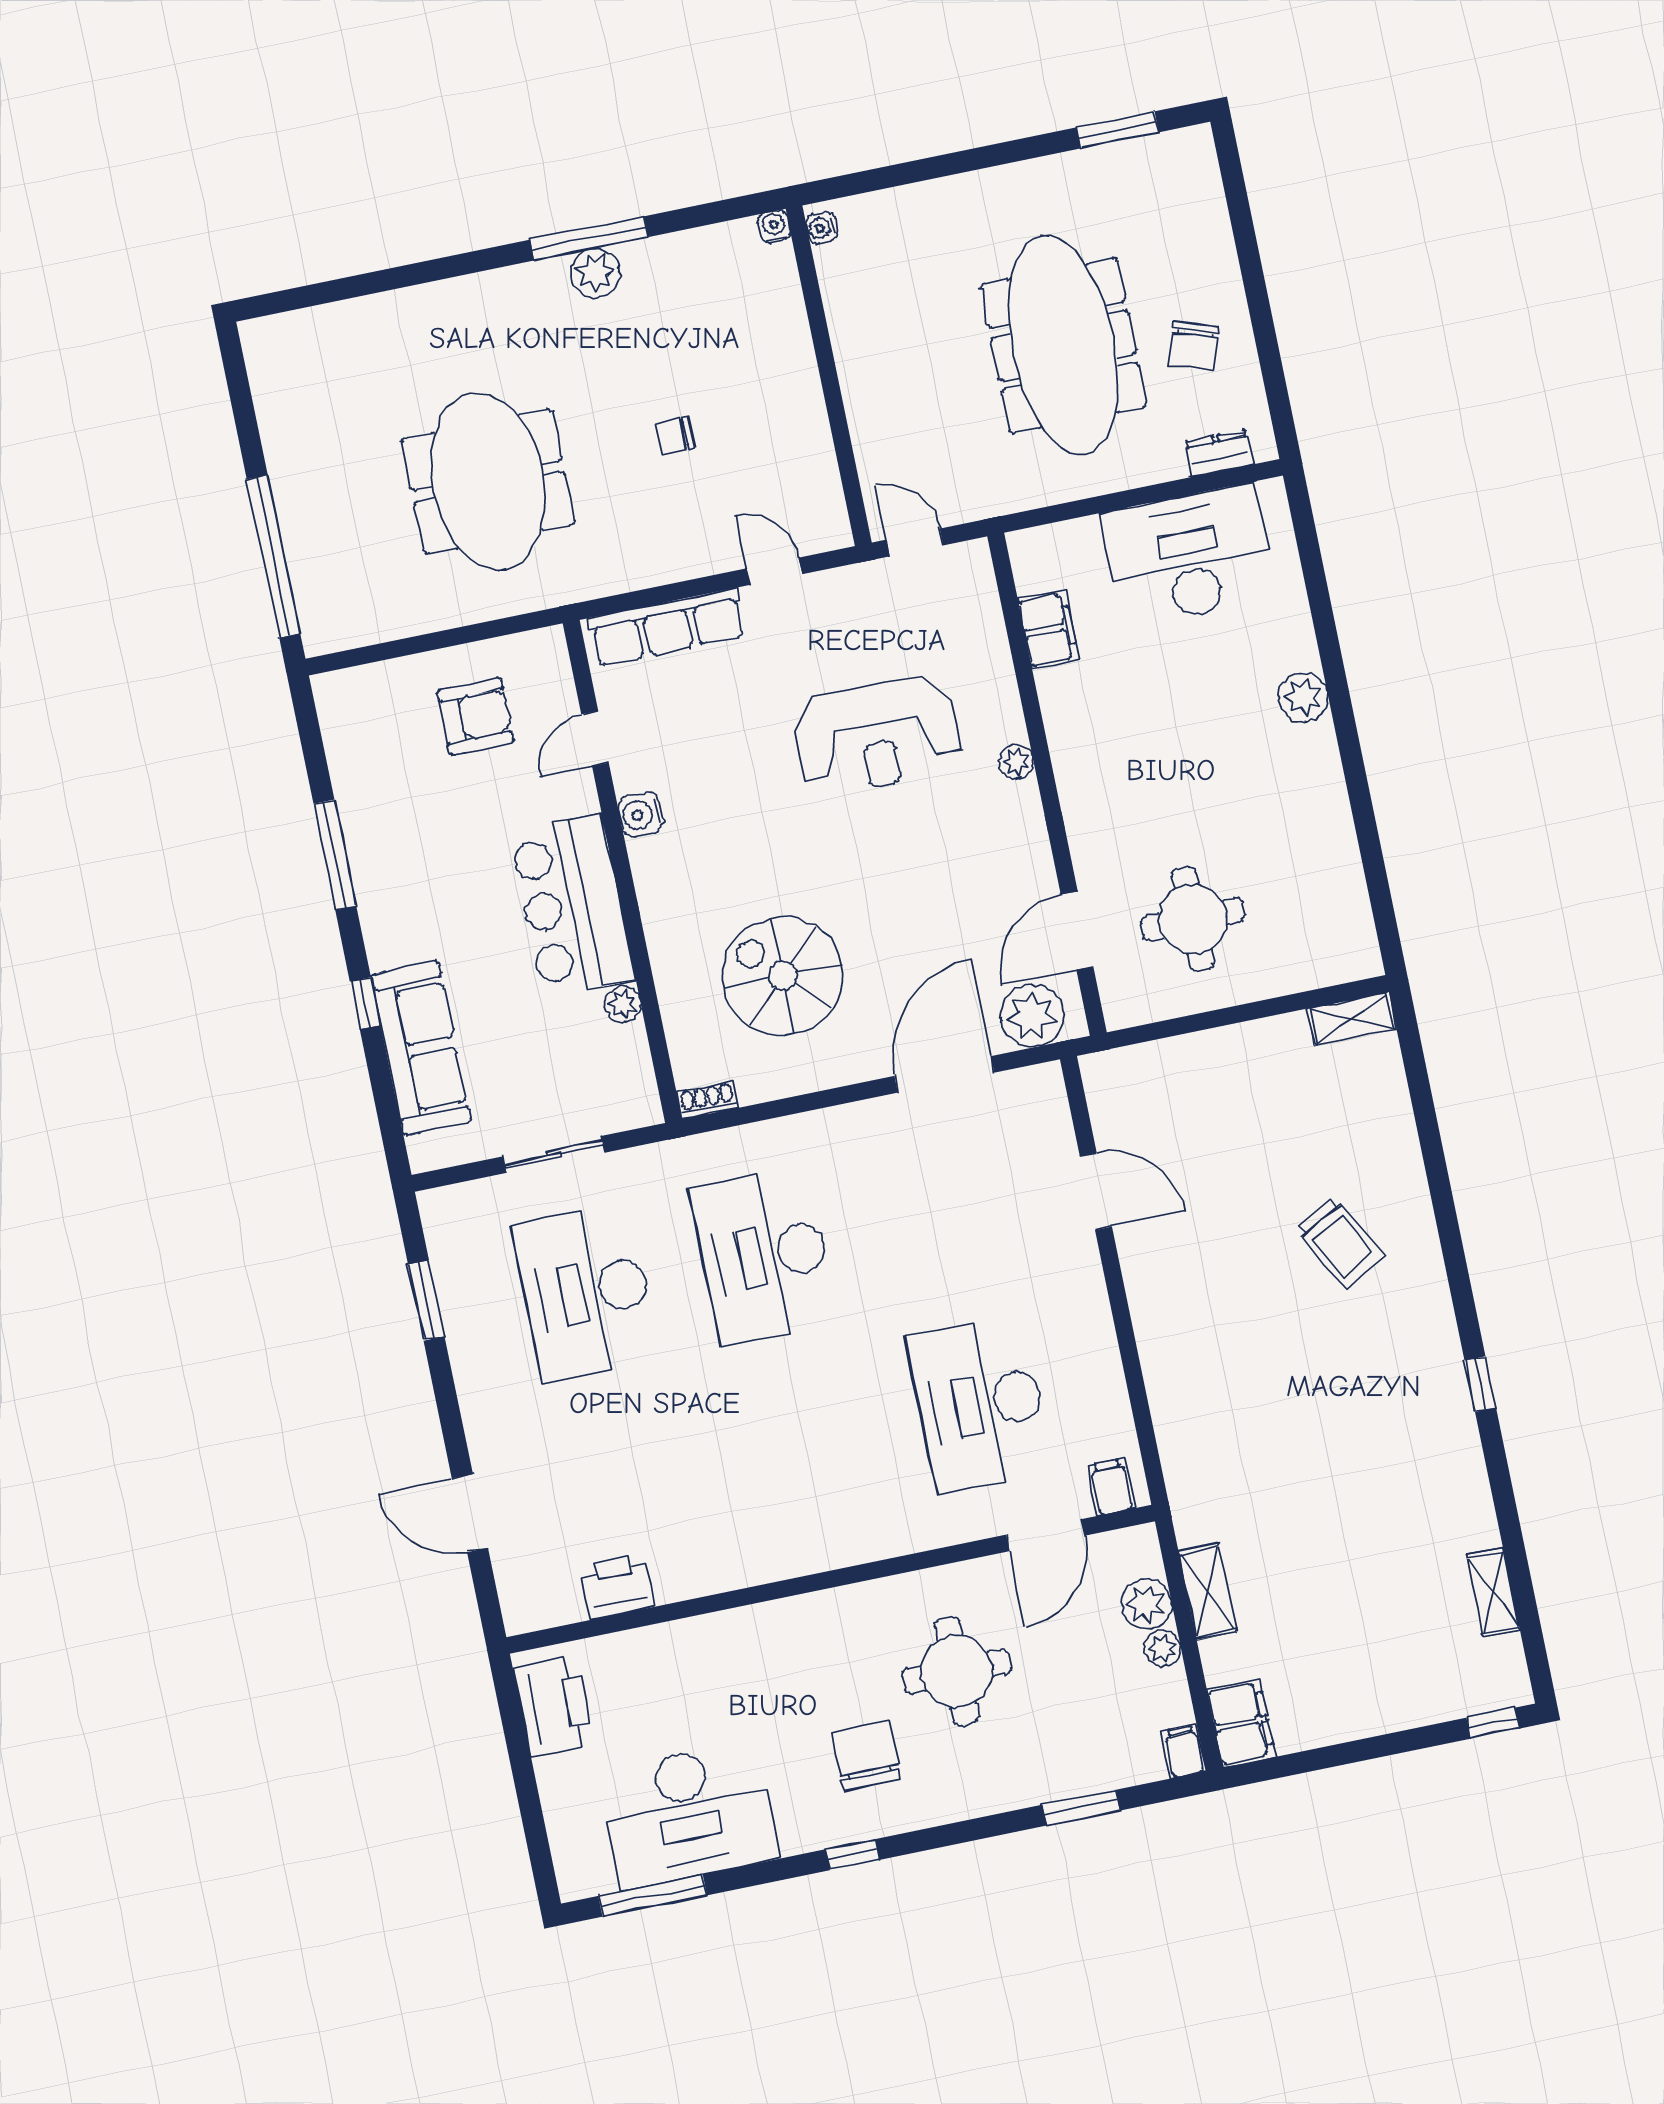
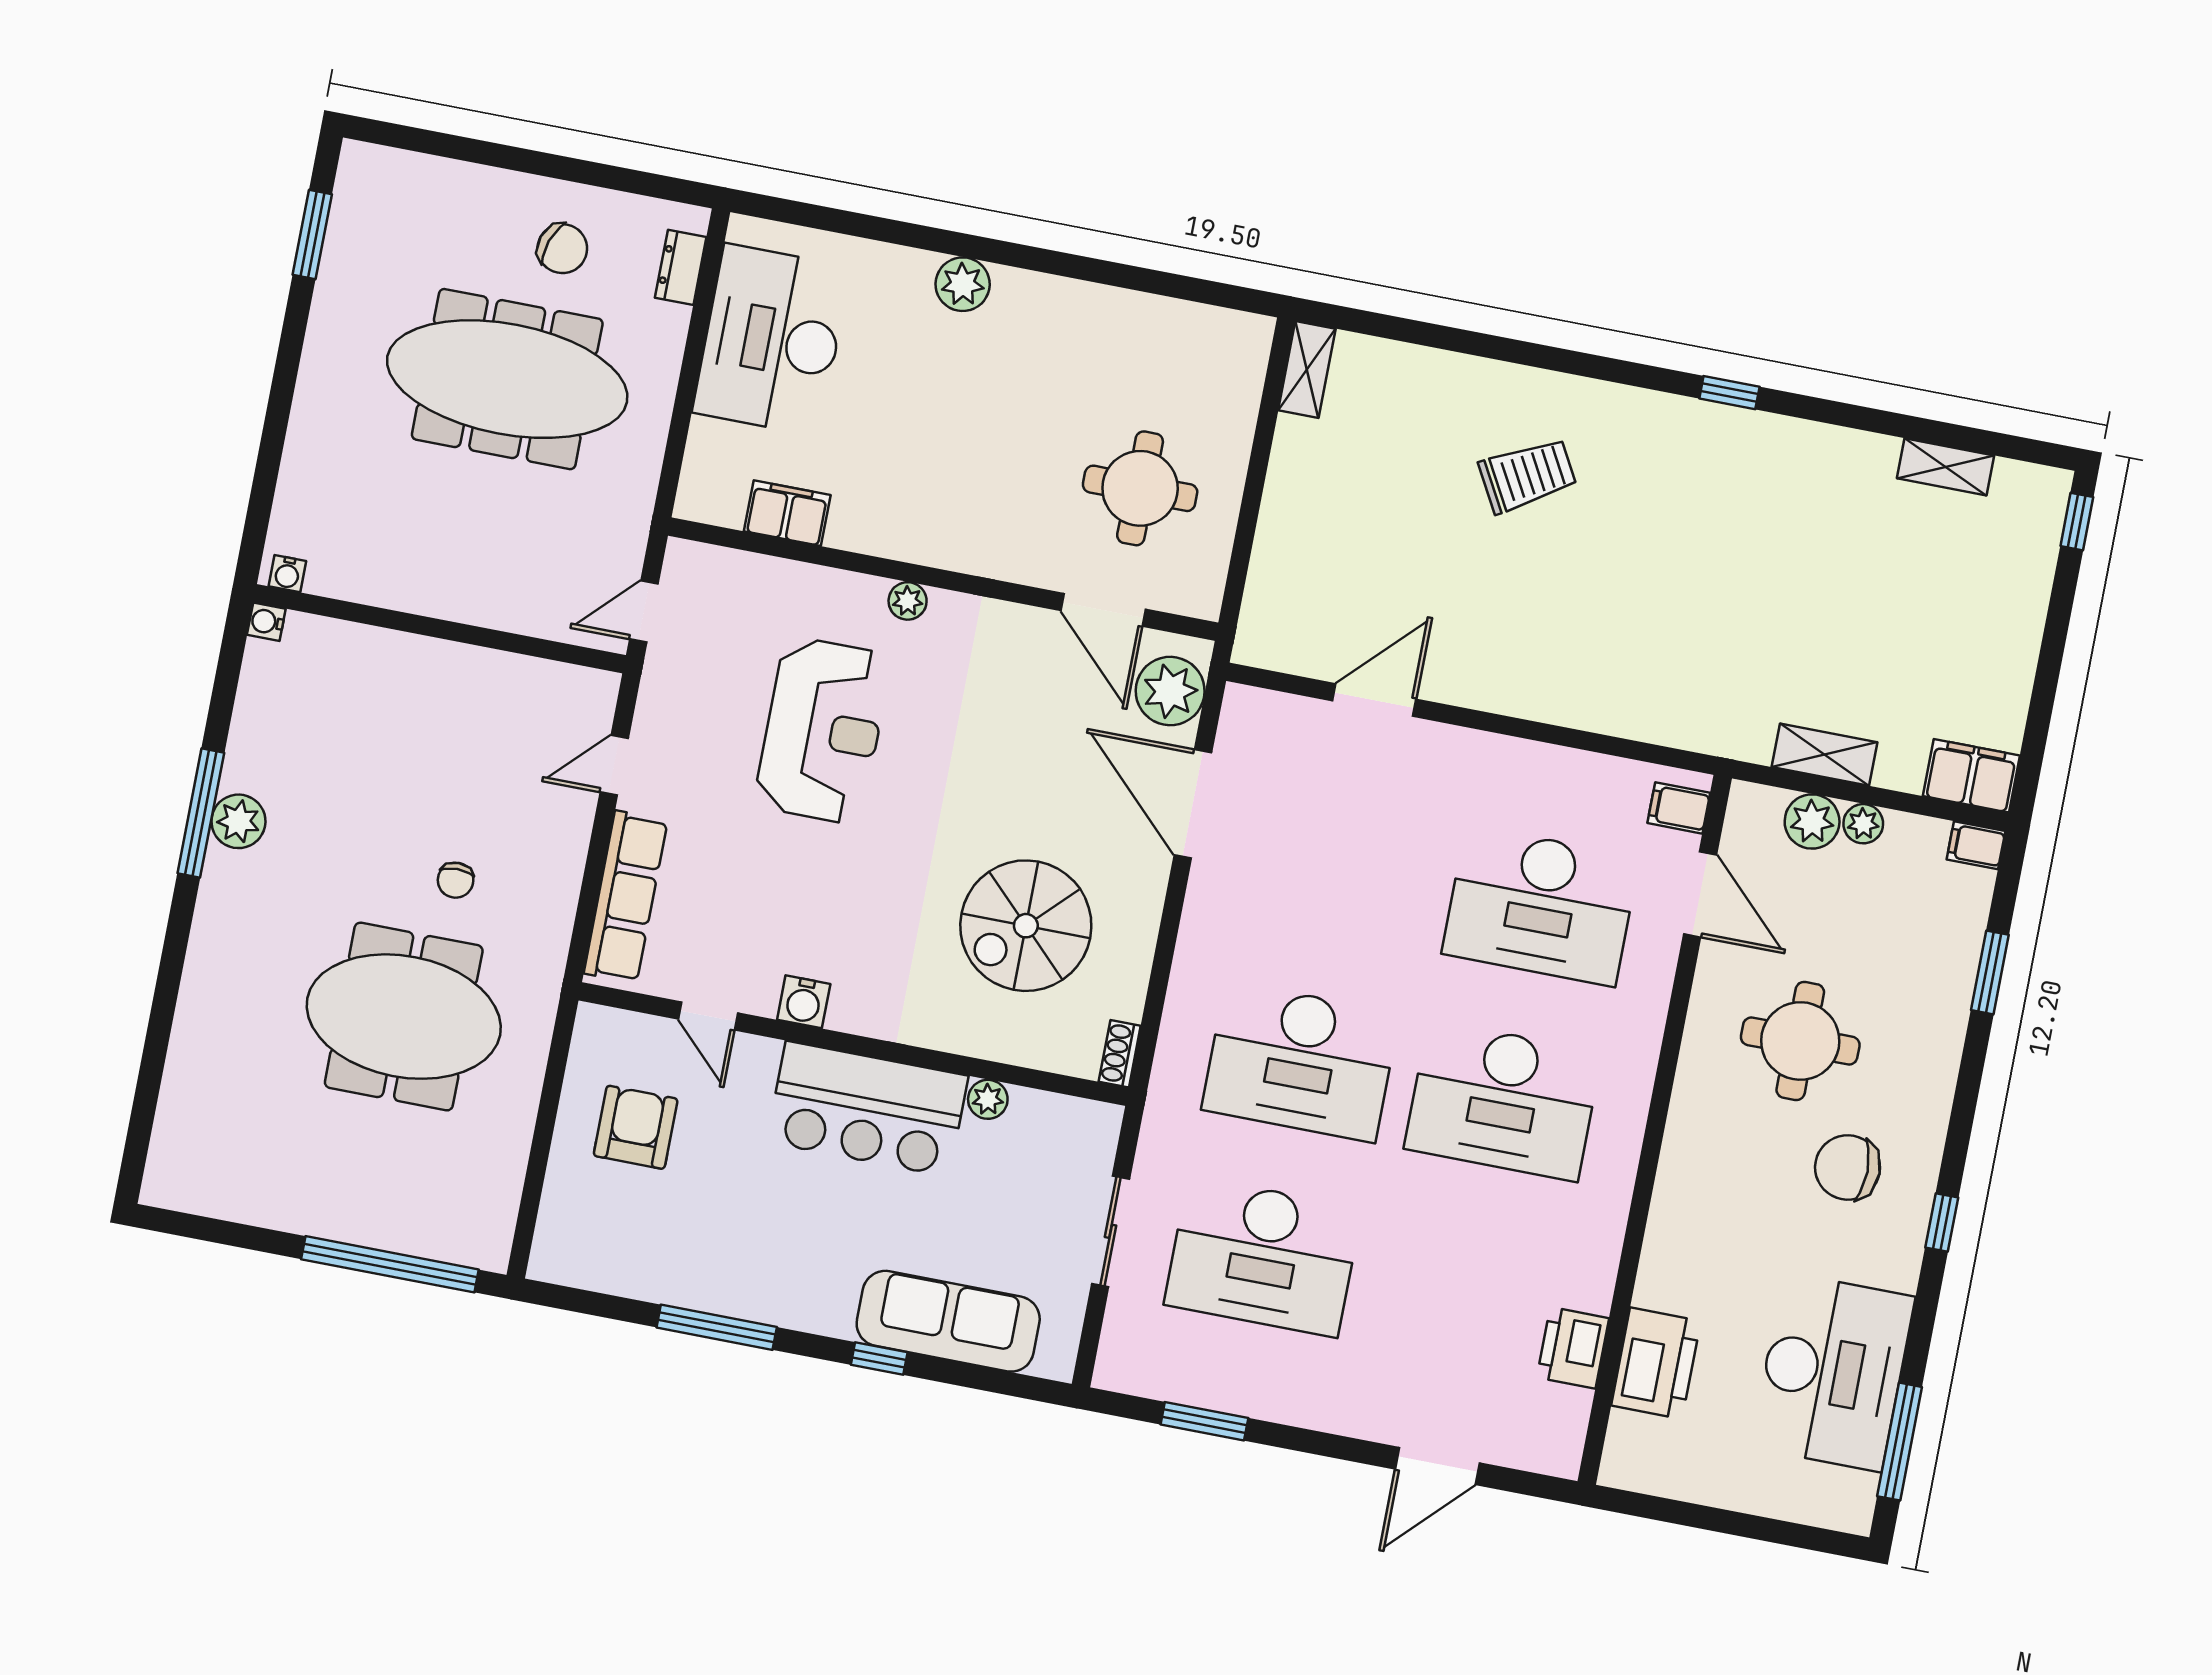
chair: (675, 436) -> (456, 880), moved
desk: (802, 1441) -> (1503, 1101), added
printer: (554, 1706) -> (1656, 1363), moved, turned 90

